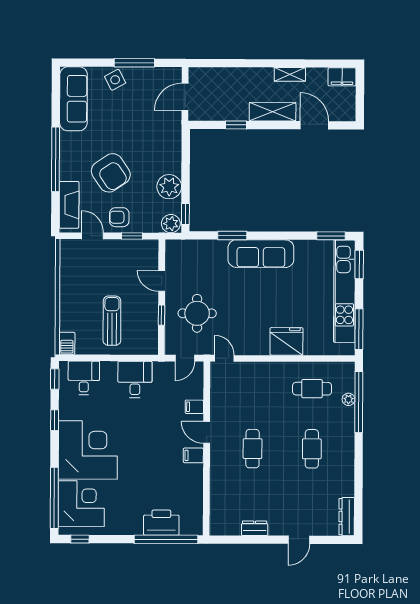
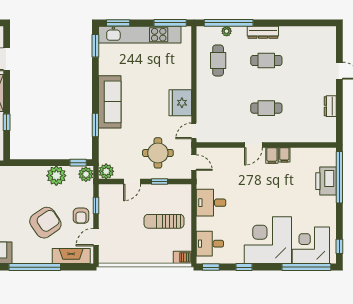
plant: (174, 249) -> (106, 171), added
fridge: (286, 341) -> (180, 103), moved
filing cabinet: (194, 407) -> (284, 155), moved
dresser: (347, 517) -> (263, 32), moved

